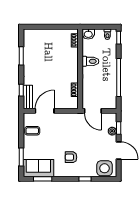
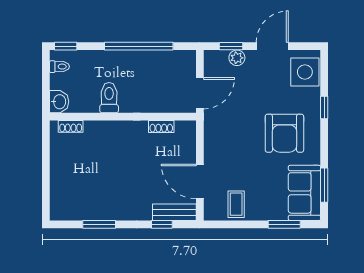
armchair: (71, 157) -> (284, 133), width x1.88, depth x1.88

